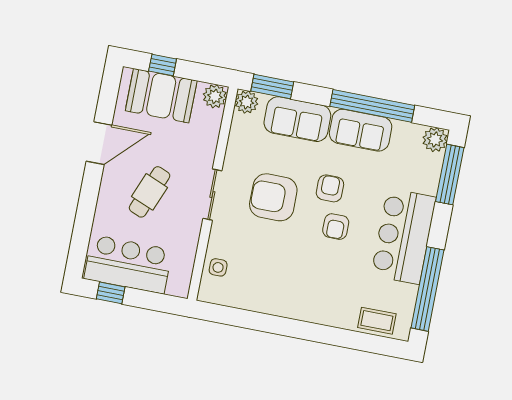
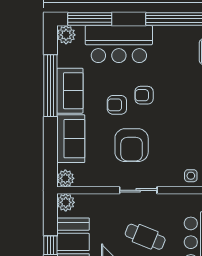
window: (272, 86) -> (50, 162), removed
armchair: (336, 227) -> (144, 95), turned 180
bar counter: (404, 236) -> (119, 44), moved

